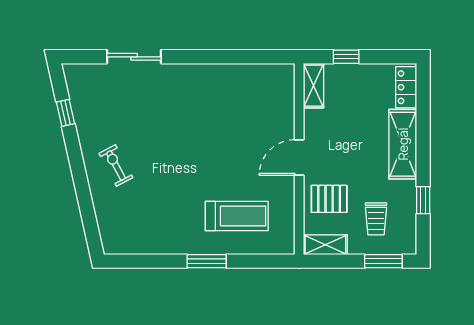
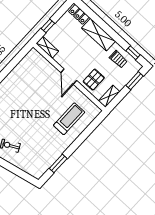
window: (423, 200) -> (133, 53), moved
trolley: (376, 219) -> (118, 59), moved
window: (207, 261) -> (58, 163), moved

